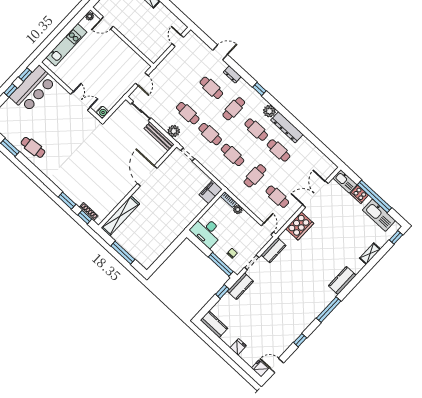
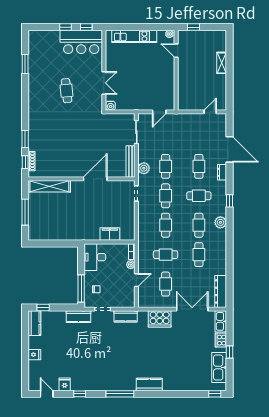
door: (220, 52) -> (229, 149), width x1.88
dresser: (287, 127) -> (221, 291), moved
cafe table: (33, 147) -> (67, 91), moved
filing cabinet: (211, 192) -> (110, 234), moved
window: (374, 196) -> (229, 352), width x0.32
door: (267, 229) -> (136, 280), moved
shelving: (370, 254) -> (186, 386), removed
window: (222, 292) -> (43, 308), moved
fridge: (260, 368) -> (65, 384), moved

